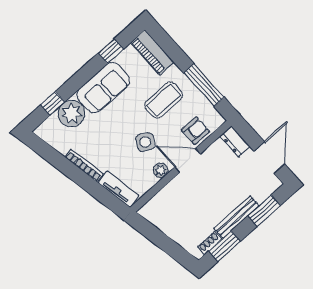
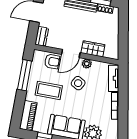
armchair: (195, 131) -> (52, 61), turned 180
door: (188, 161) -> (71, 54), hinge flipped
wardrobe: (173, 191) -> (93, 49), added

